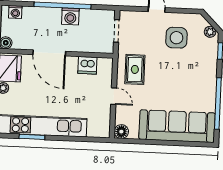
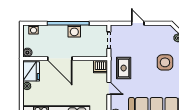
side table: (176, 38) -> (165, 62), moved
dishwasher: (87, 65) -> (100, 66), moved

